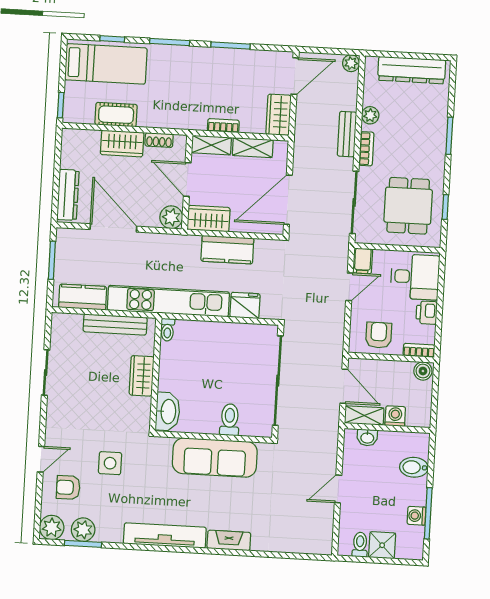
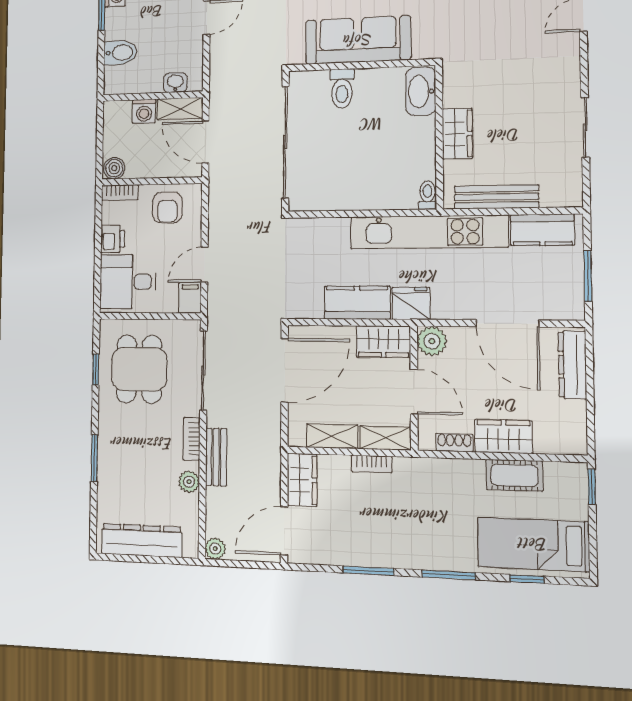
fridge: (245, 305) -> (411, 303), moved, turned 180
side table: (110, 463) -> (491, 19), removed

